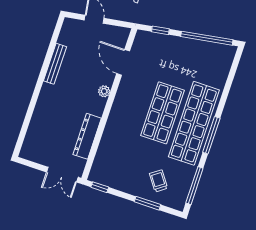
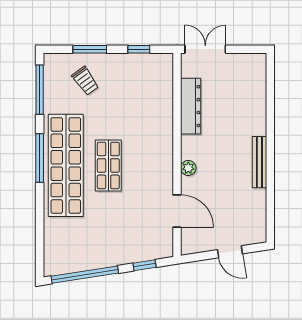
bench: (55, 64) -> (259, 162), moved
shop shelf: (163, 113) -> (108, 165), width x0.70, depth x0.74
window: (100, 187) -> (139, 49), moved

